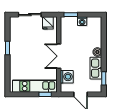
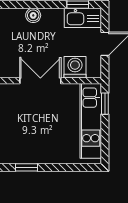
double door: (59, 56) -> (40, 81), swing flipped
kitchen sink: (96, 68) -> (83, 18), moved

